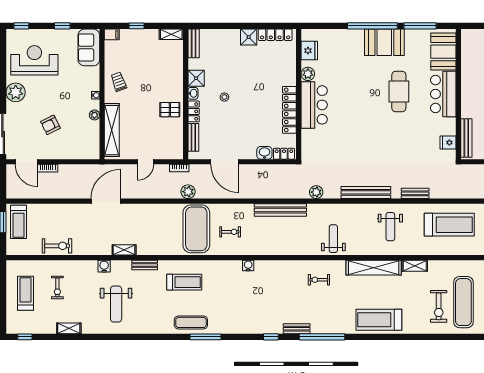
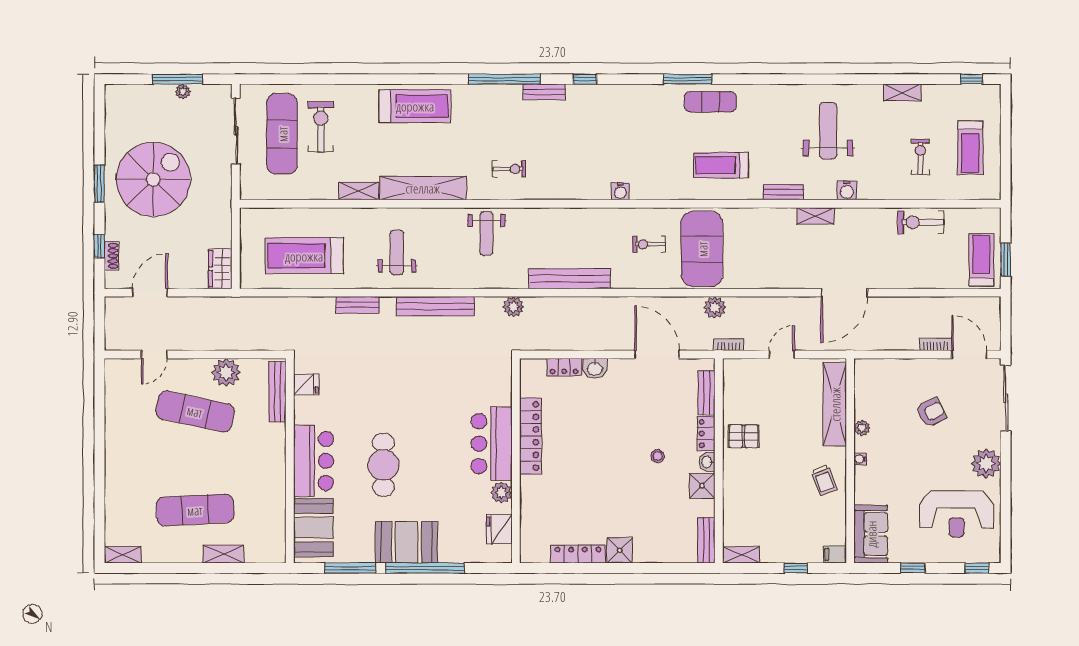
fridge: (309, 51) -> (499, 529), moved
plant: (308, 74) -> (501, 493), moved
wall: (299, 94) -> (516, 461), moved
bar counter: (314, 105) -> (492, 444), moved
locker: (289, 110) -> (530, 436), moved

